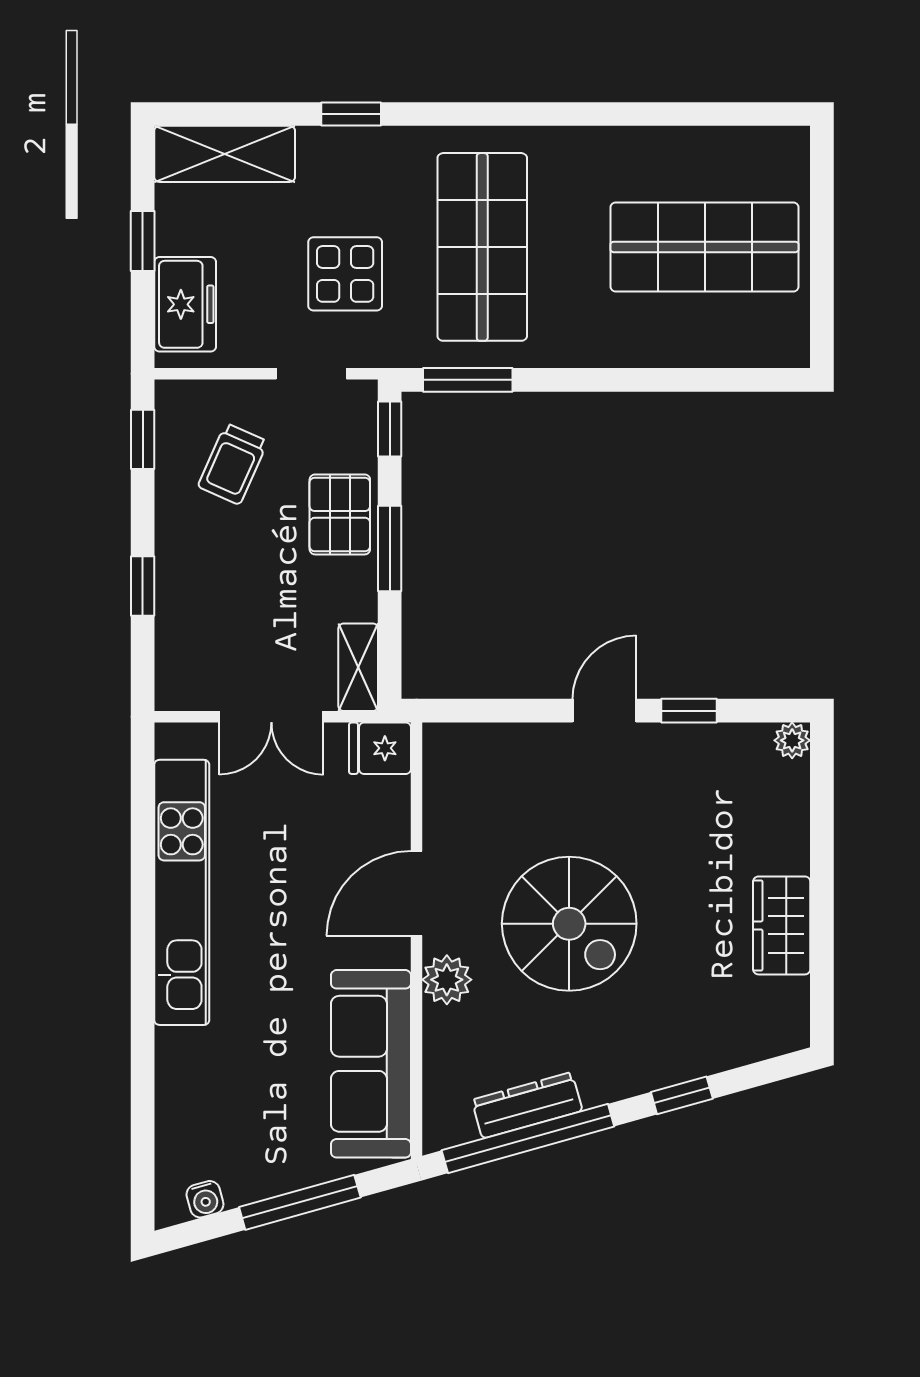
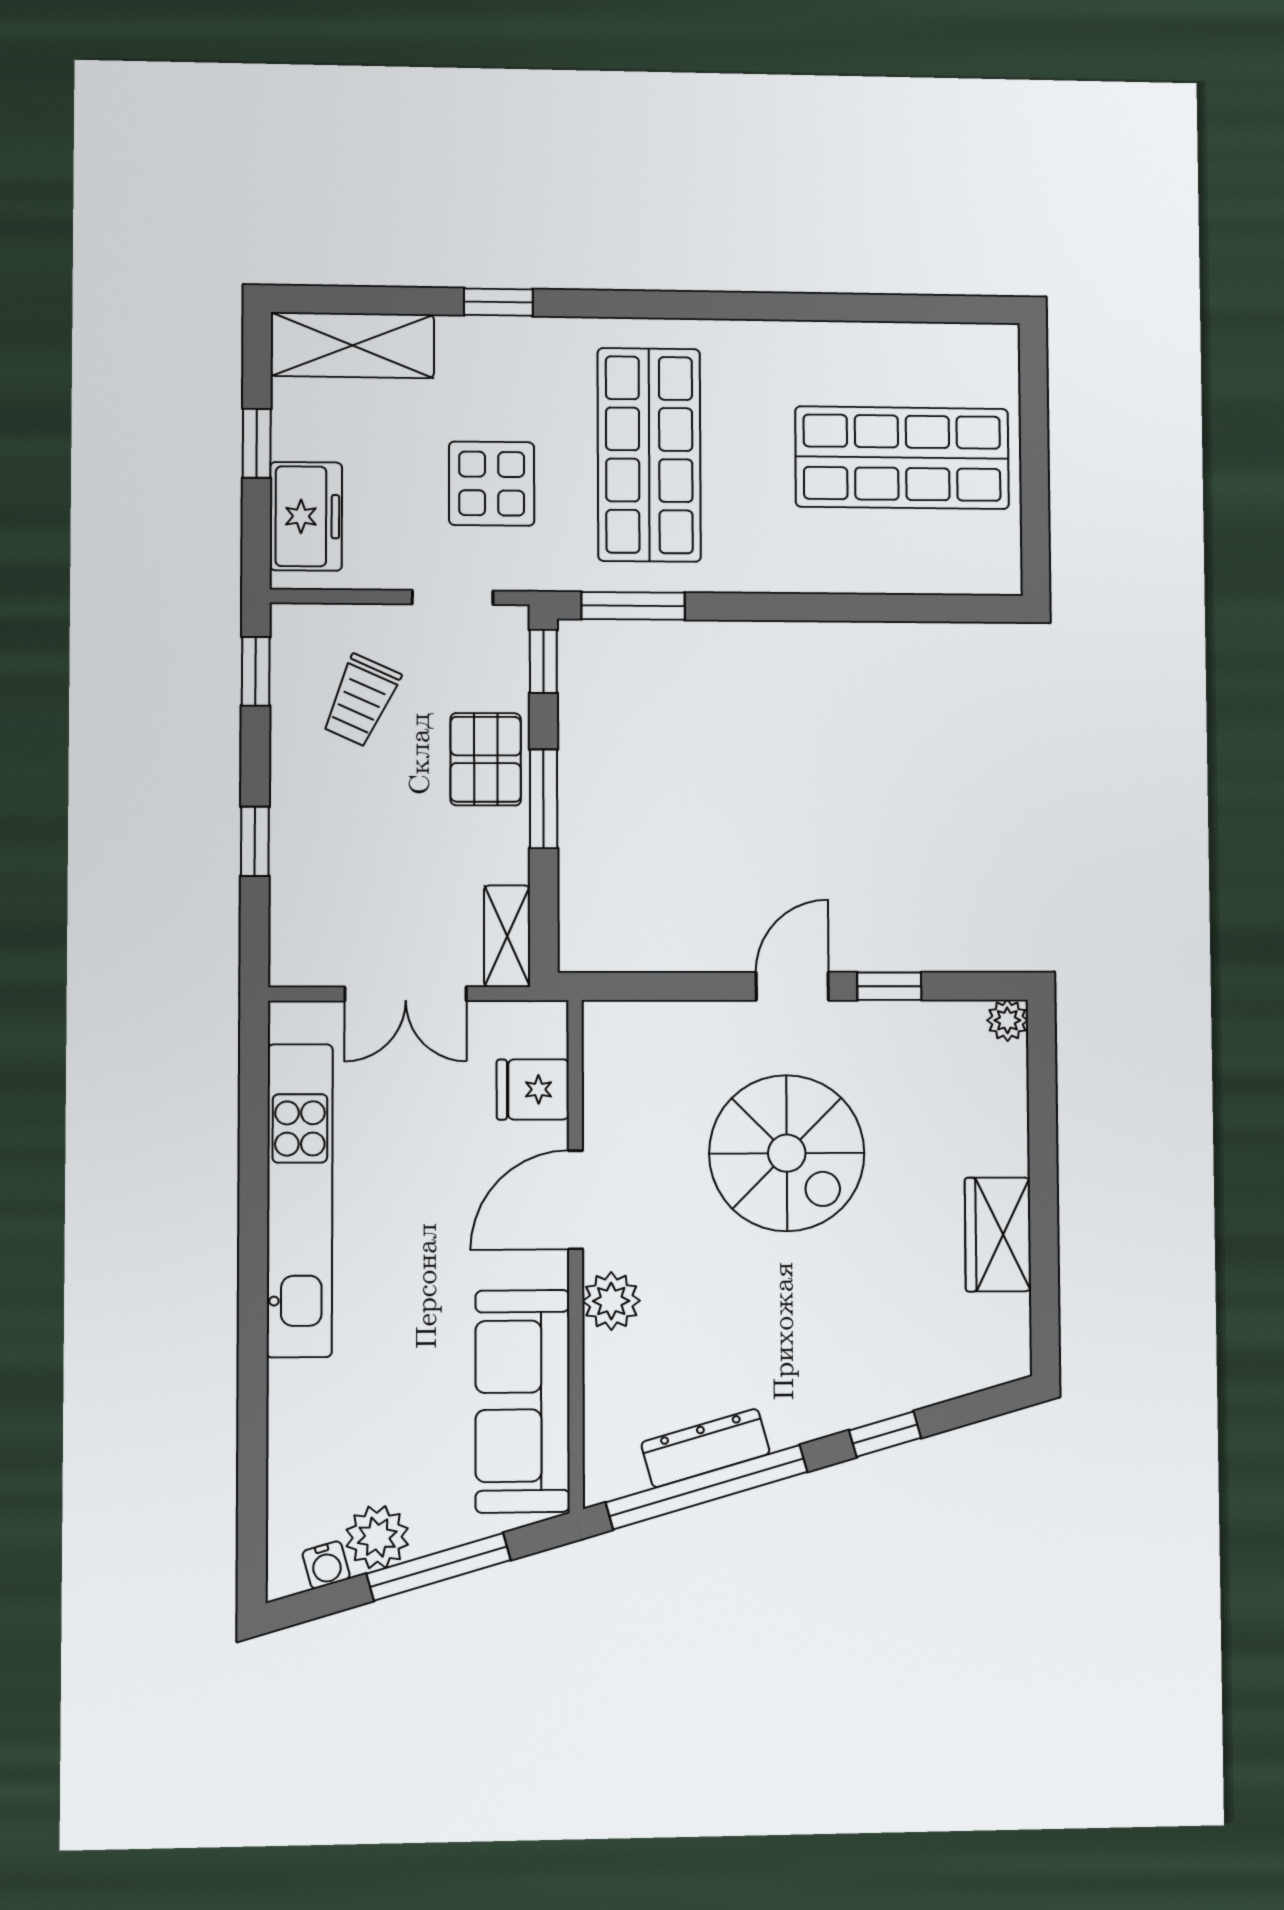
fridge: (380, 748) -> (533, 1089), moved
spiral stairs: (569, 924) -> (787, 1153), moved
plant: (248, 1177) -> (377, 1537), added

